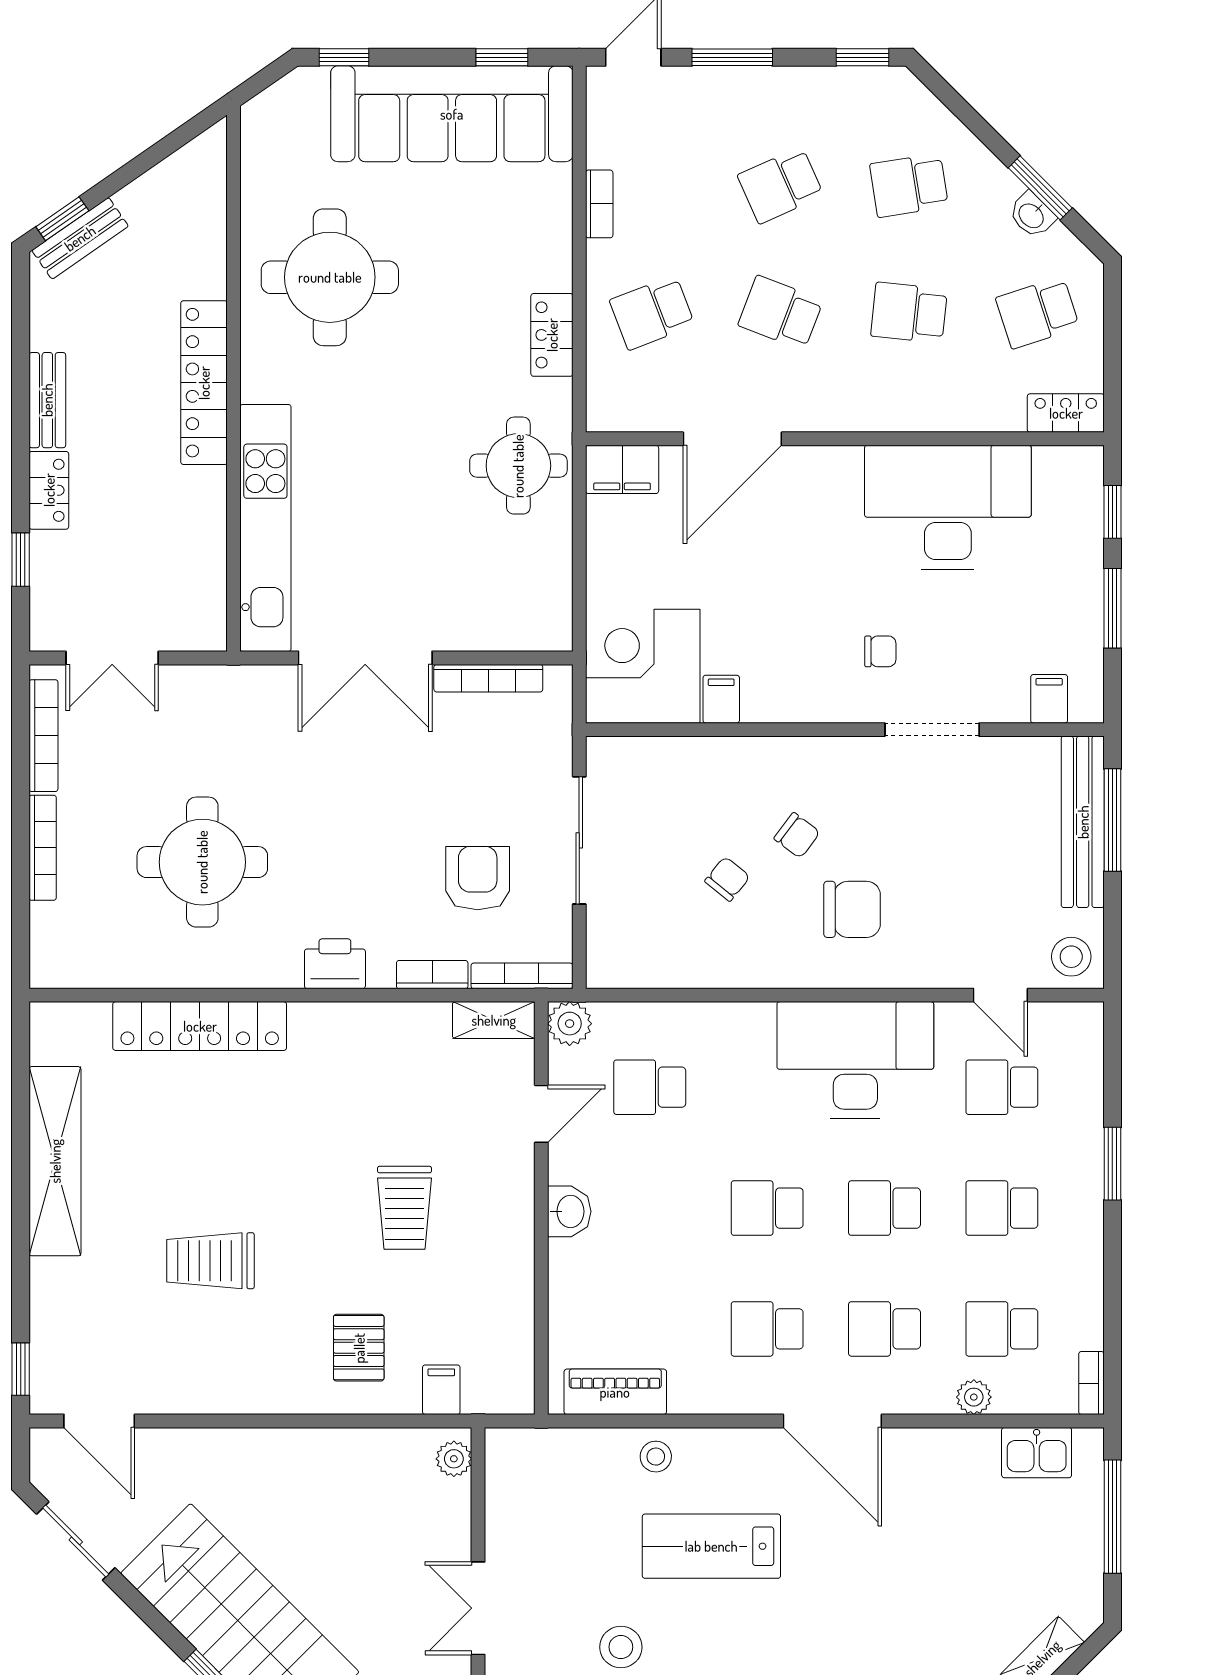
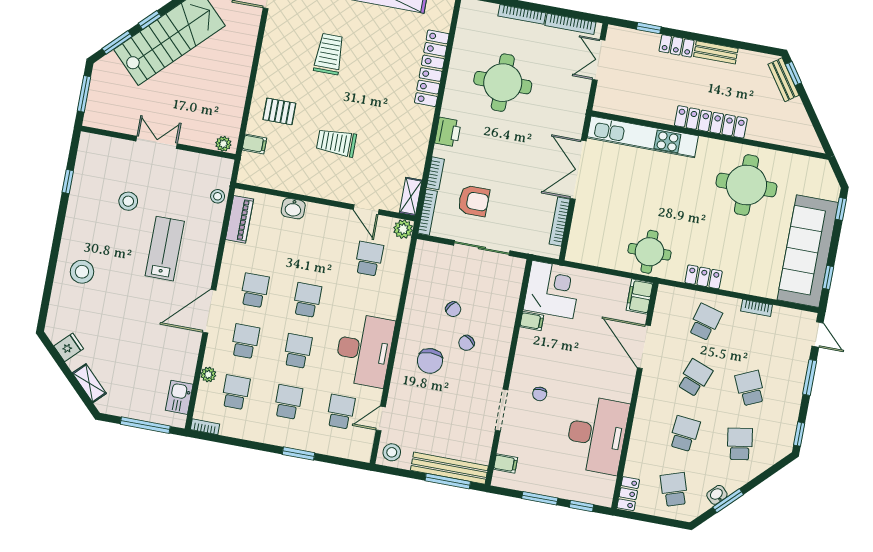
school desk: (652, 313) -> (705, 322), turned 36
washbasin: (569, 1211) -> (293, 209), moved
stool: (656, 1457) -> (218, 196), moved

